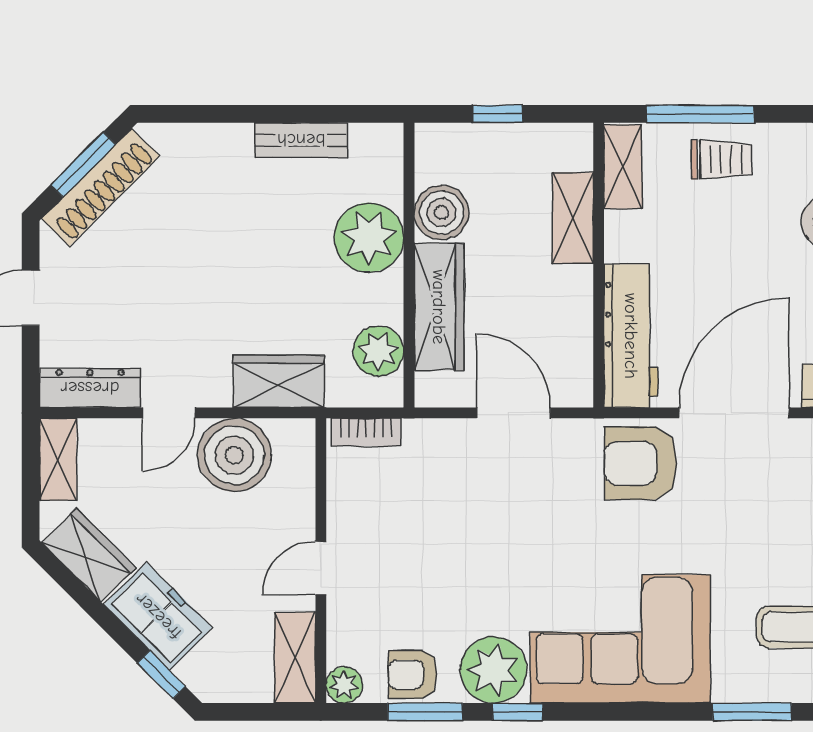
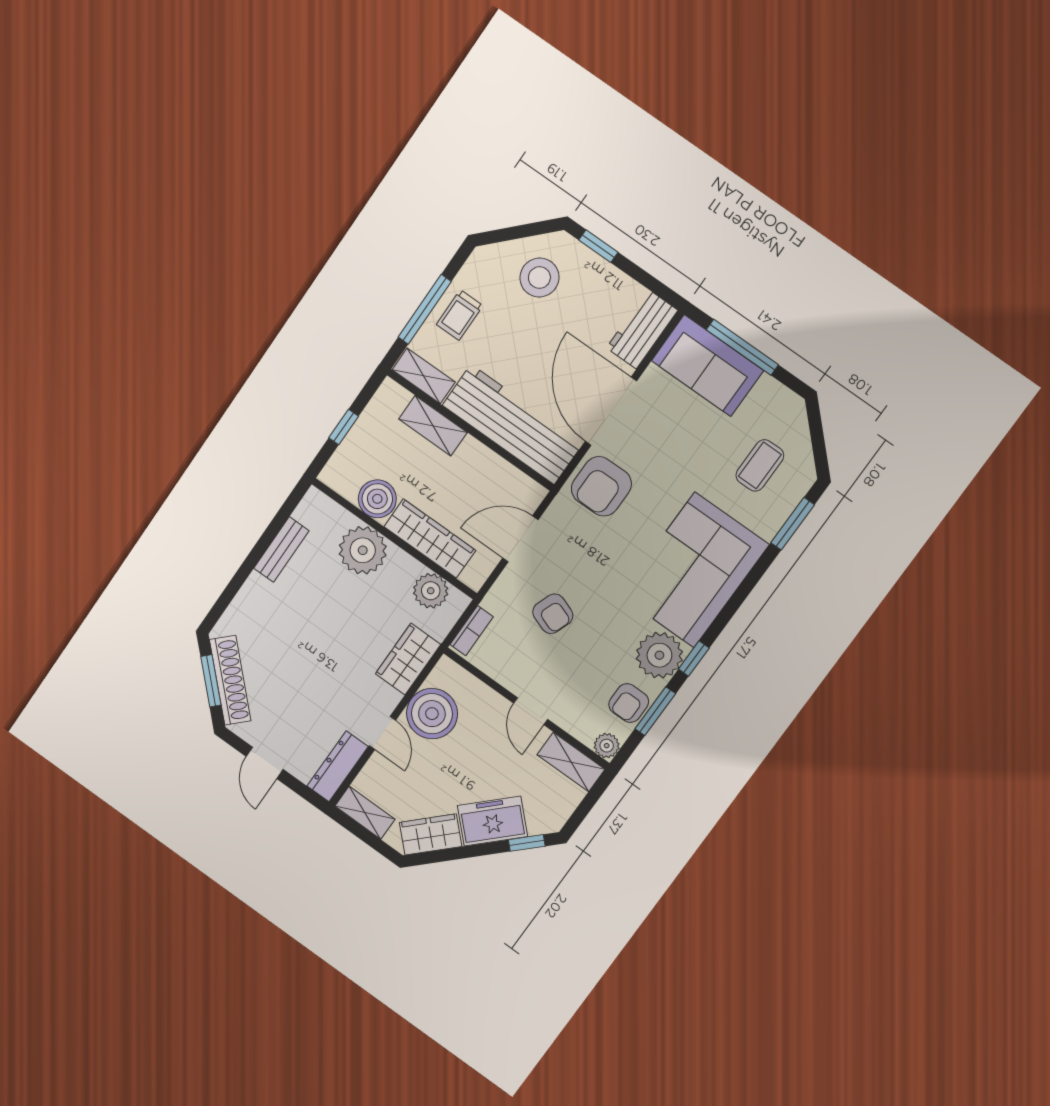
trolley: (722, 159) -> (460, 315), turned 180
workbench: (631, 336) -> (513, 424), width x1.36, depth x1.32
armchair: (453, 513) -> (553, 614), added

